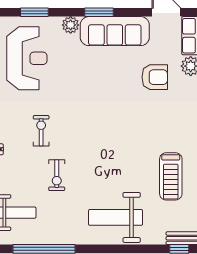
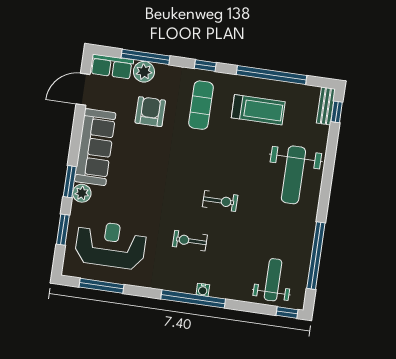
window: (99, 12) -> (70, 182), moved
exercise mat: (167, 123) -> (201, 105), added
exercise bike: (57, 175) -> (220, 201), moved

